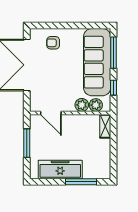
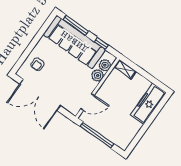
window: (27, 143) -> (97, 135), width x1.46
freezer: (60, 170) -> (148, 104), moved
window: (81, 182) -> (153, 116), removed

